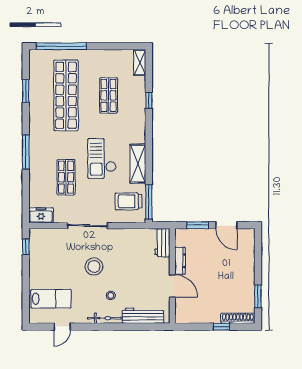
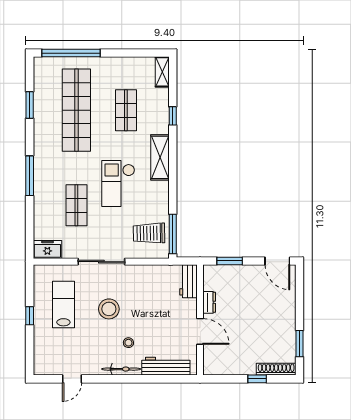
shelving: (138, 164) -> (160, 157), moved
door: (226, 225) -> (277, 261), moved
window: (26, 247) -> (30, 316), moved
dresser: (180, 261) -> (209, 302), width x0.70
lab bench: (51, 299) -> (63, 304), moved, turned -90

